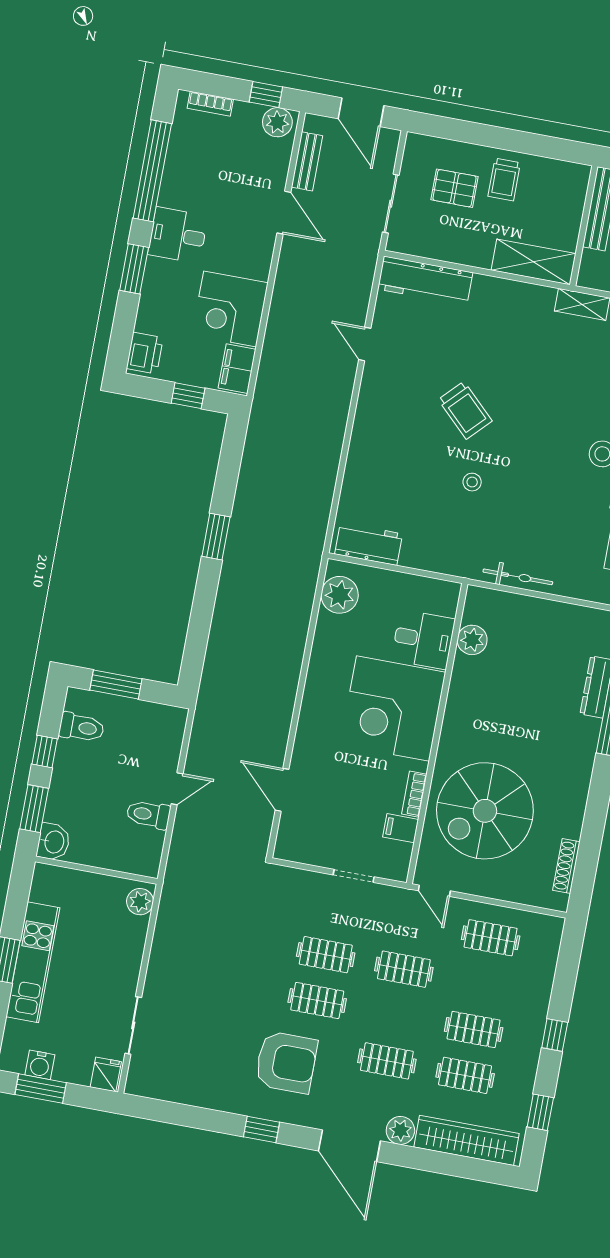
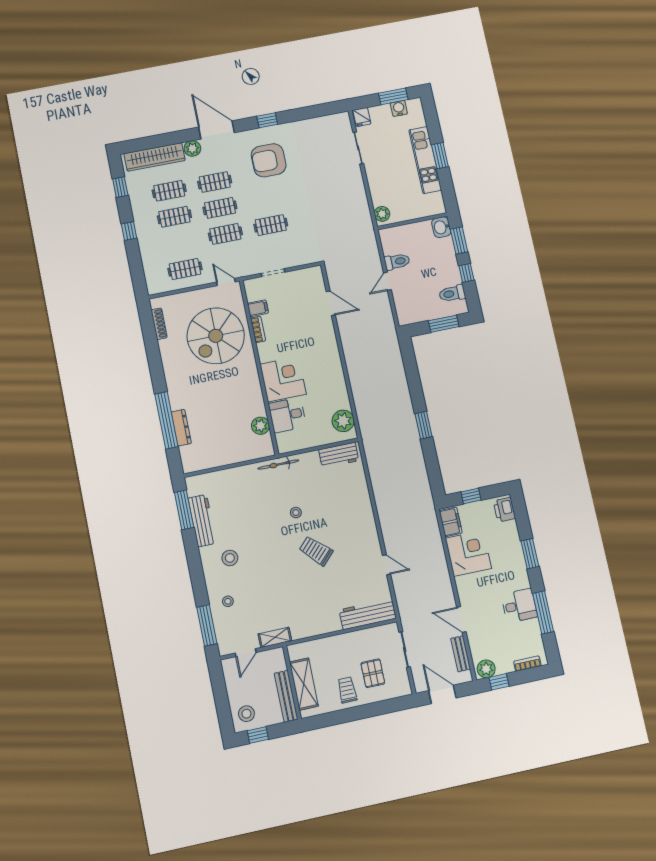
window: (152, 171) -> (543, 612), width x0.68
pallet: (454, 188) -> (373, 673), turned 90
desk: (178, 235) -> (519, 606), moved
shelving: (534, 262) -> (304, 684), moved, turned 90
bicycle: (518, 577) -> (278, 465), moved
corner desk: (393, 709) -> (283, 379), width x0.74, depth x0.74
spiral stairs: (485, 811) -> (216, 336), turned 180
clothes rail: (317, 1001) -> (220, 208), moved

